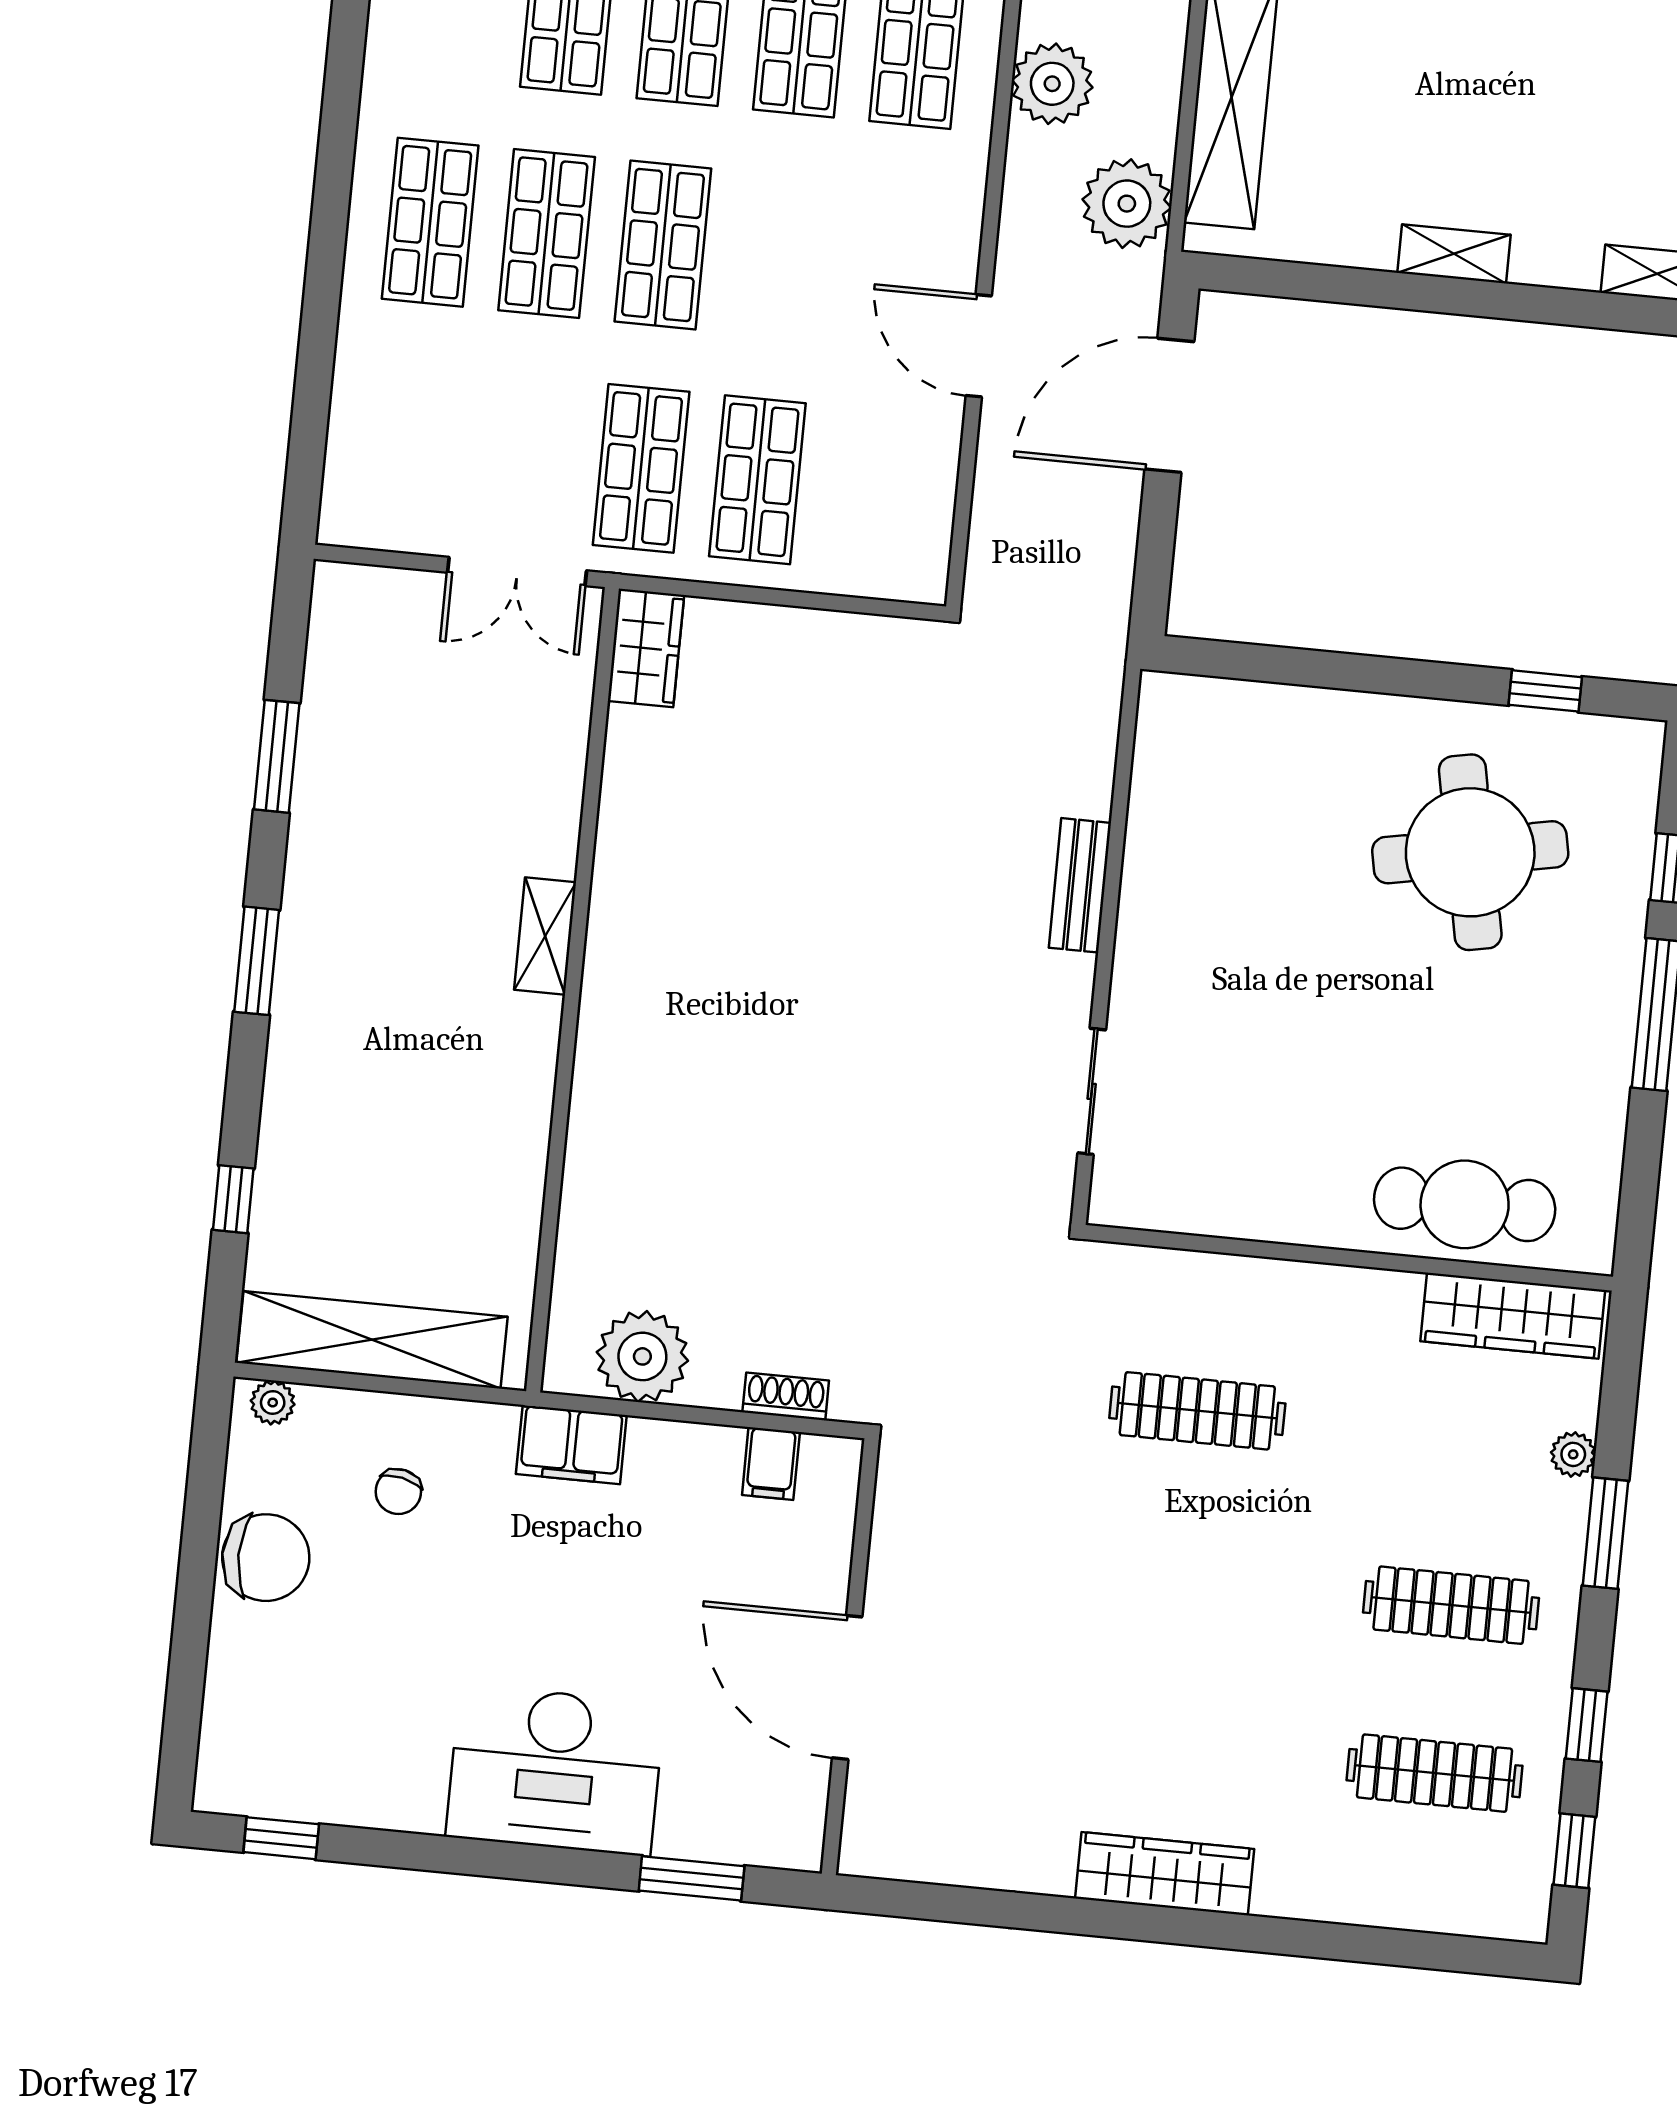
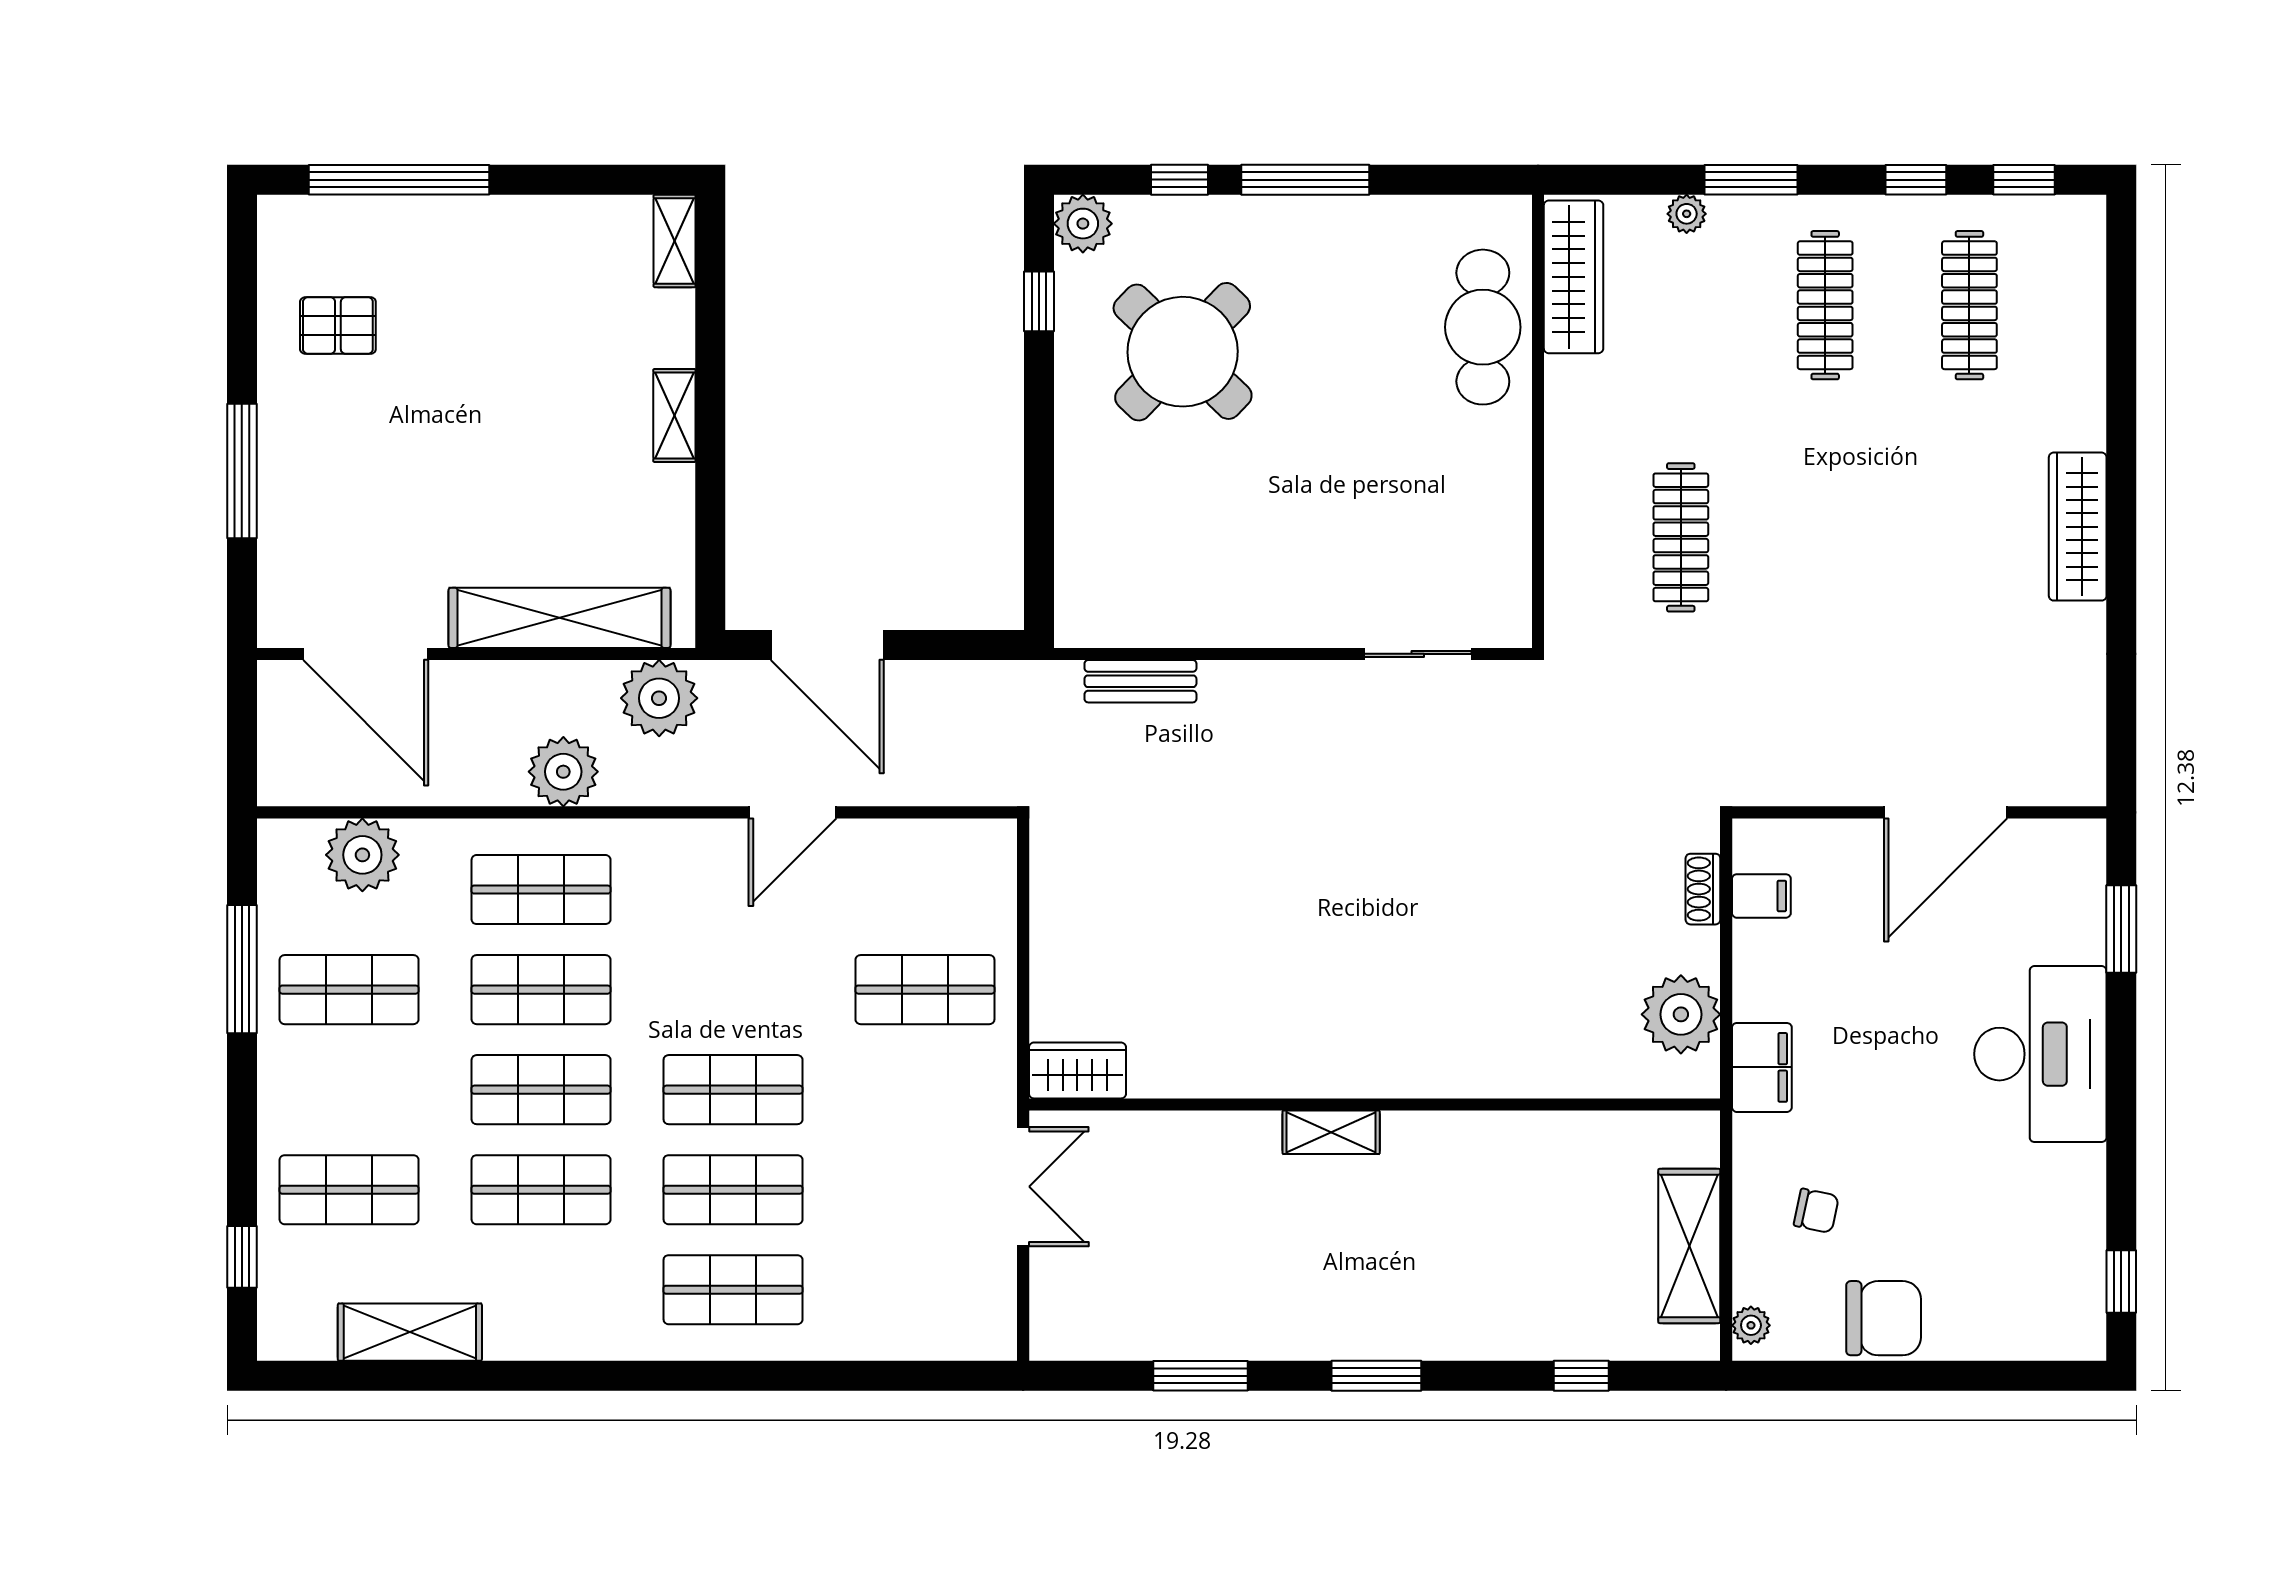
shop shelf: (641, 468) -> (925, 1090), removed
plant: (1631, 751) -> (1083, 224), added
round table: (1470, 852) -> (1183, 352), turned -35
bench: (1080, 885) -> (1140, 681), moved
shelving: (372, 1340) -> (1689, 1246), width x0.68
chair: (266, 1558) -> (1884, 1318), turned 90

